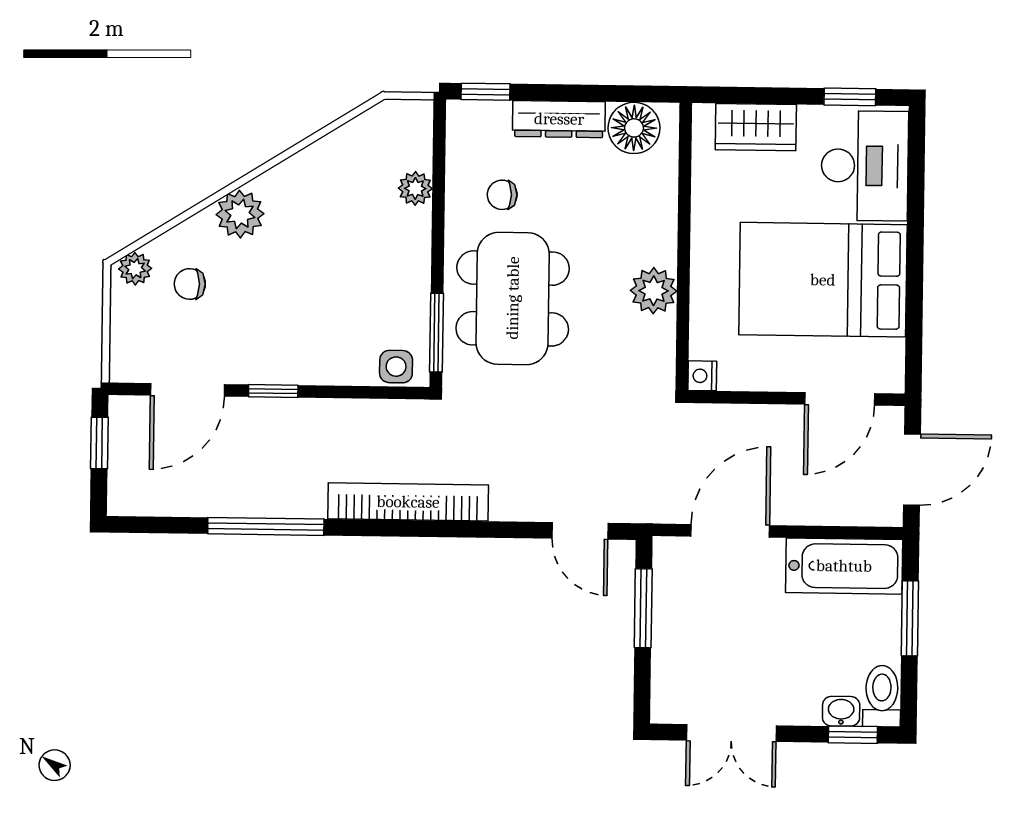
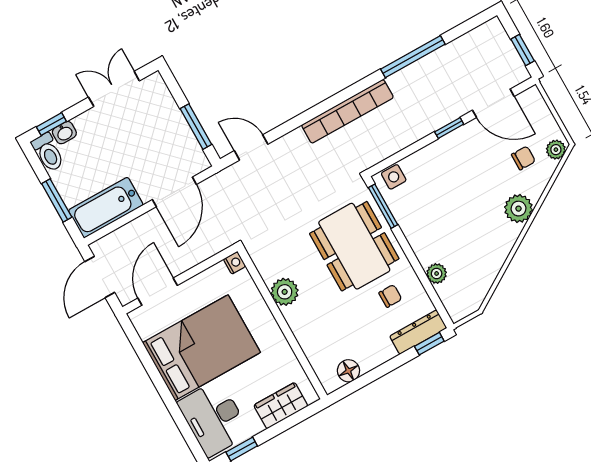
dresser: (559, 119) -> (418, 332), moved
floor lamp: (634, 128) -> (348, 371), width x0.73, depth x0.73
door: (187, 390) -> (493, 103), swing flipped

